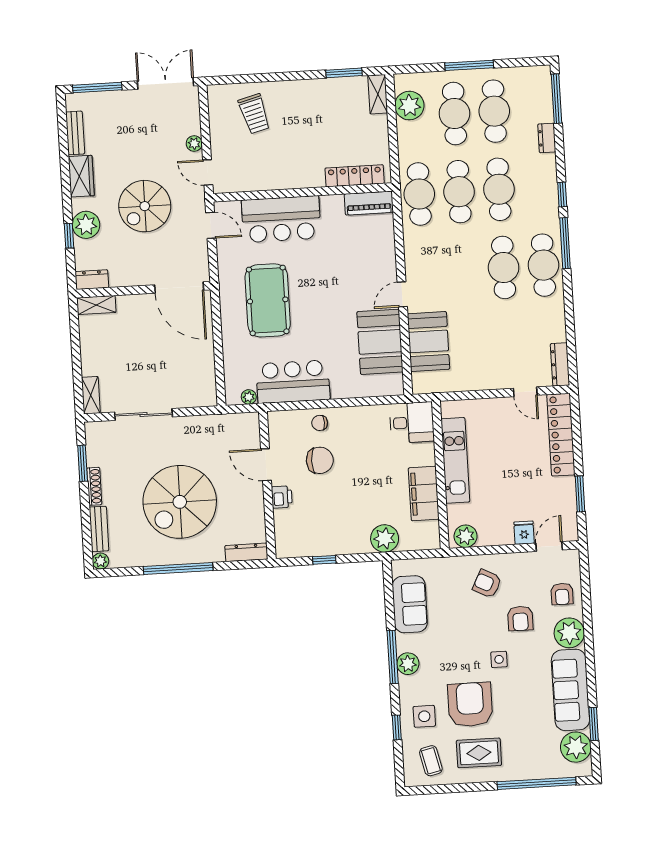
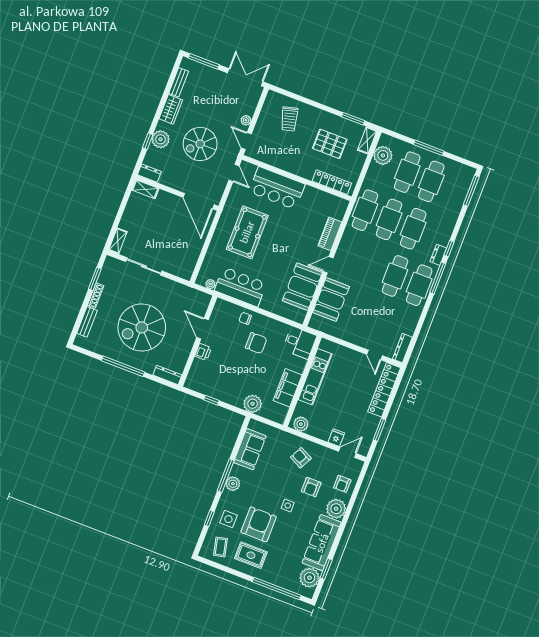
pallet: (327, 123) -> (330, 144), added
dresser: (547, 138) -> (438, 255), moved
piano: (369, 203) -> (330, 234), moved, turned 90
chair: (320, 460) -> (256, 343), moved
plant: (100, 561) -> (79, 341), removed

